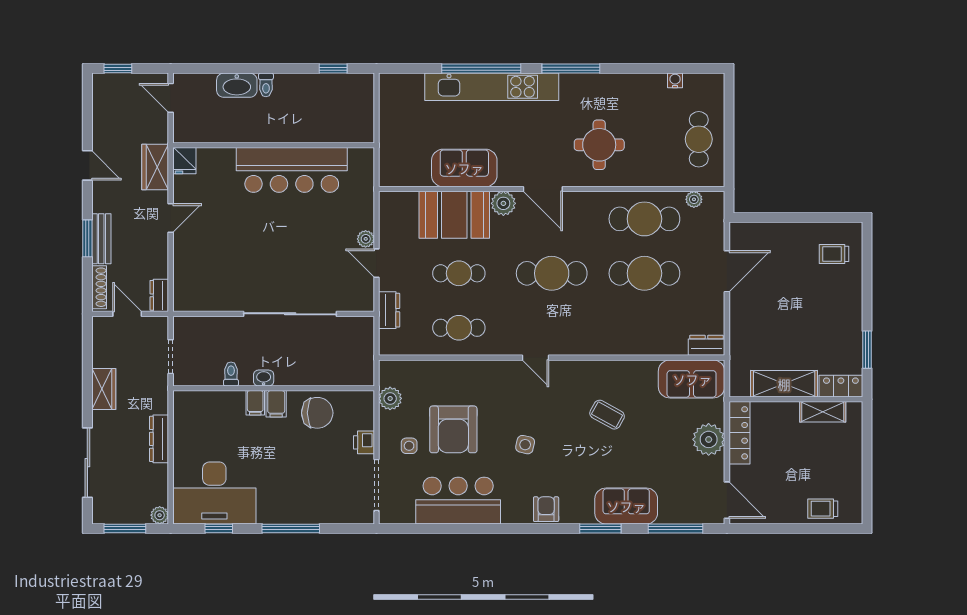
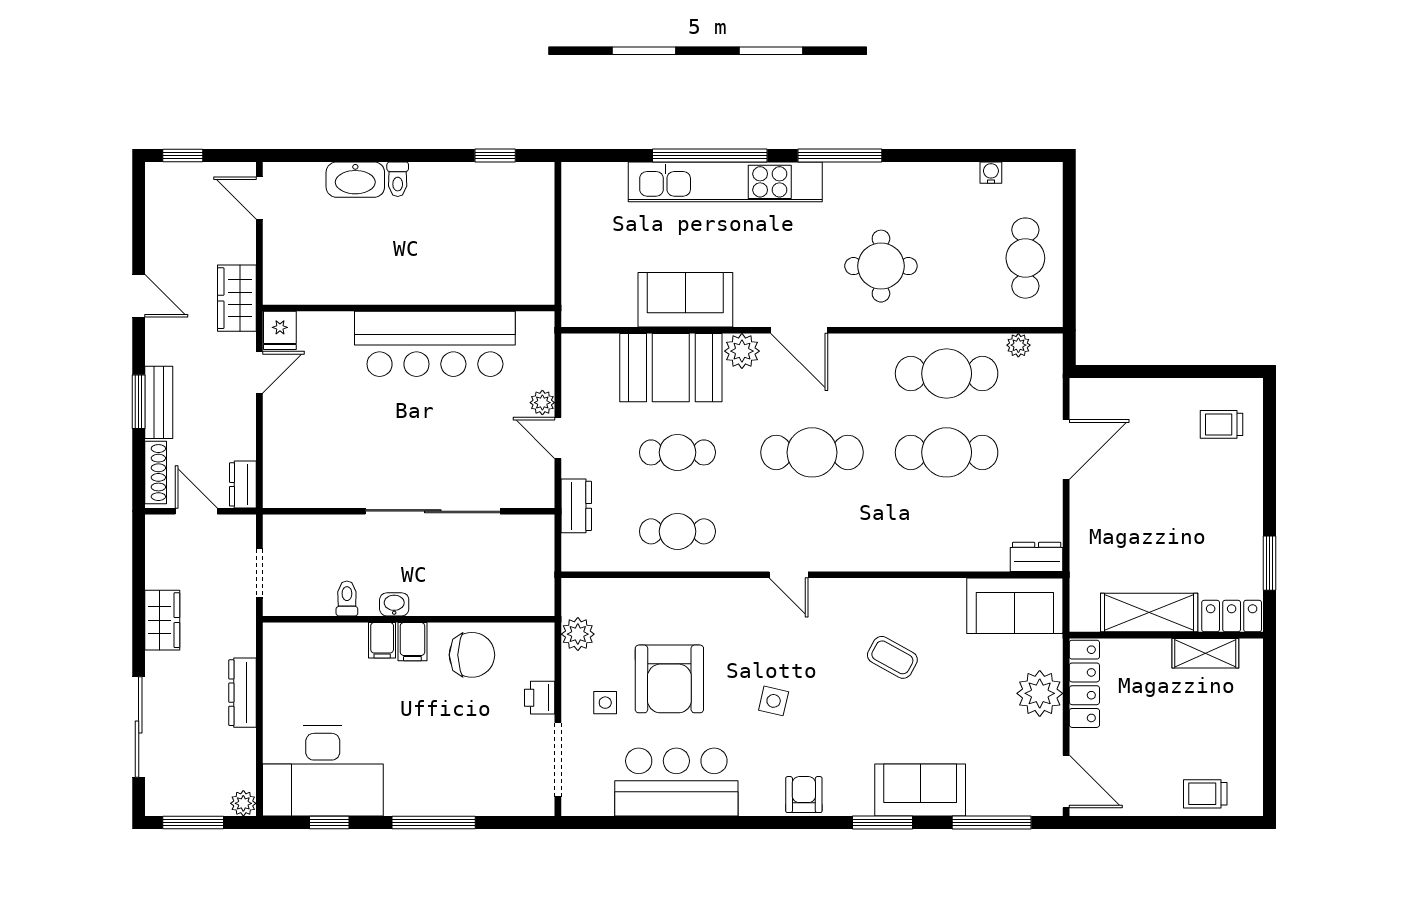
wall: (274, 145) -> (409, 308), moved
fridge: (185, 161) -> (280, 330), moved
bar counter: (292, 170) -> (435, 344), moved

